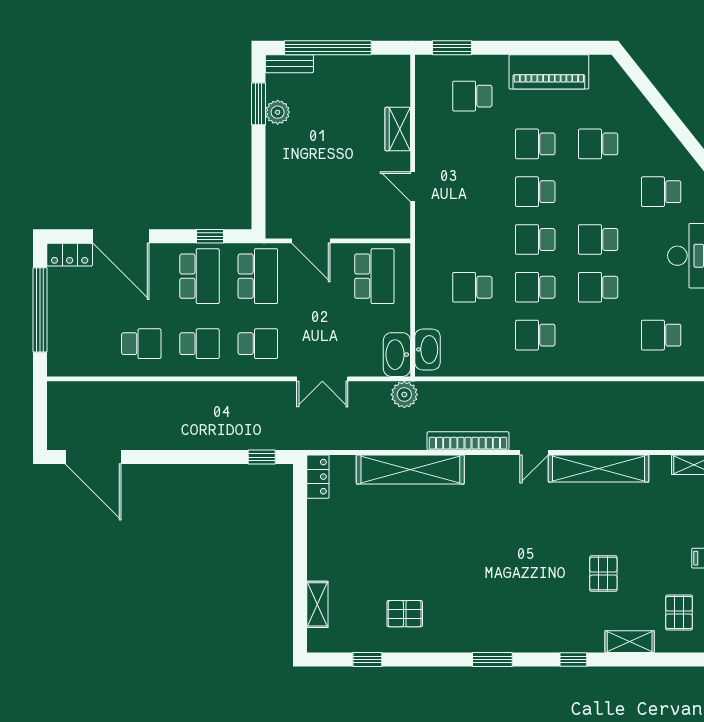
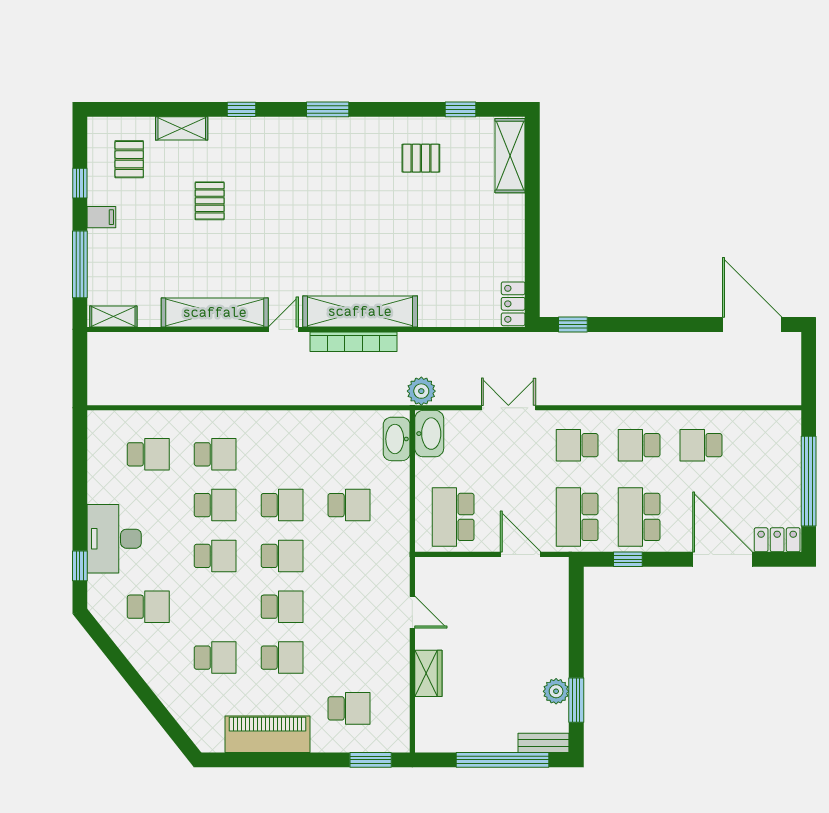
school desk: (535, 335) -> (215, 454), moved
shelving: (410, 469) -> (360, 311), moved
shelving: (317, 604) -> (510, 156), width x1.50, depth x1.33

